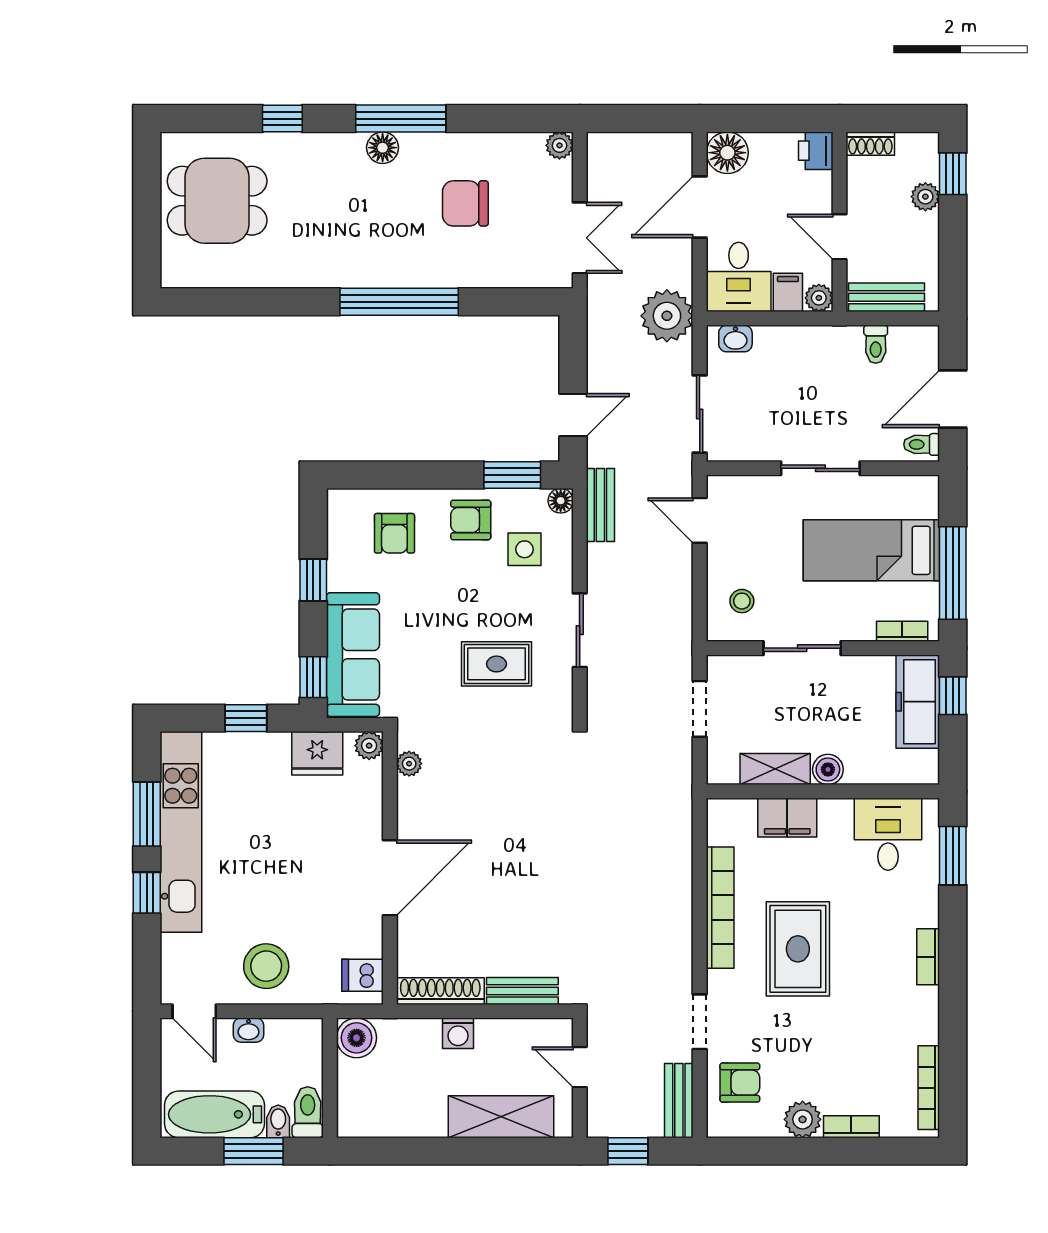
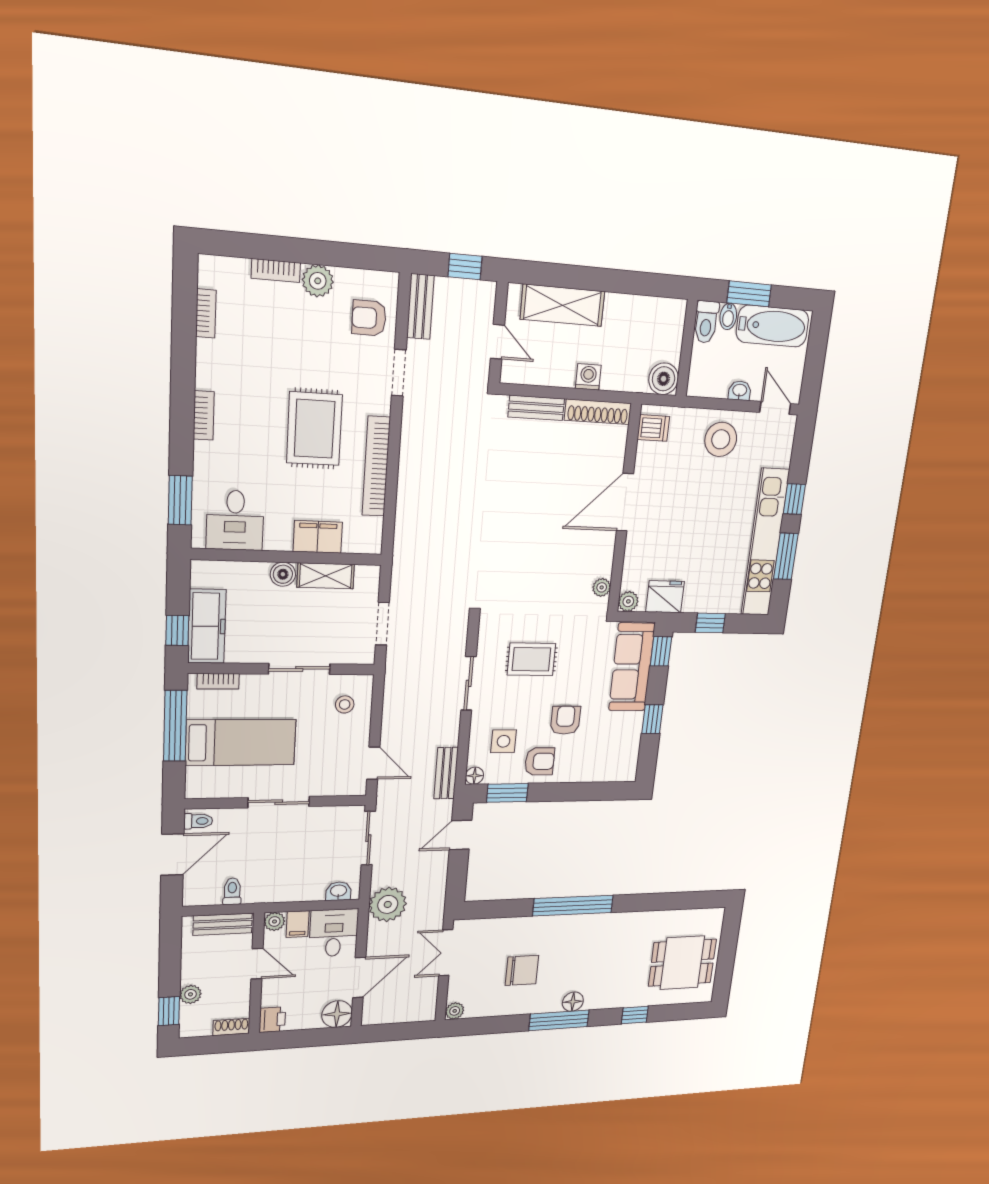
armchair: (394, 533) -> (565, 720), moved
bookcase: (929, 1088) -> (206, 313), width x0.64

